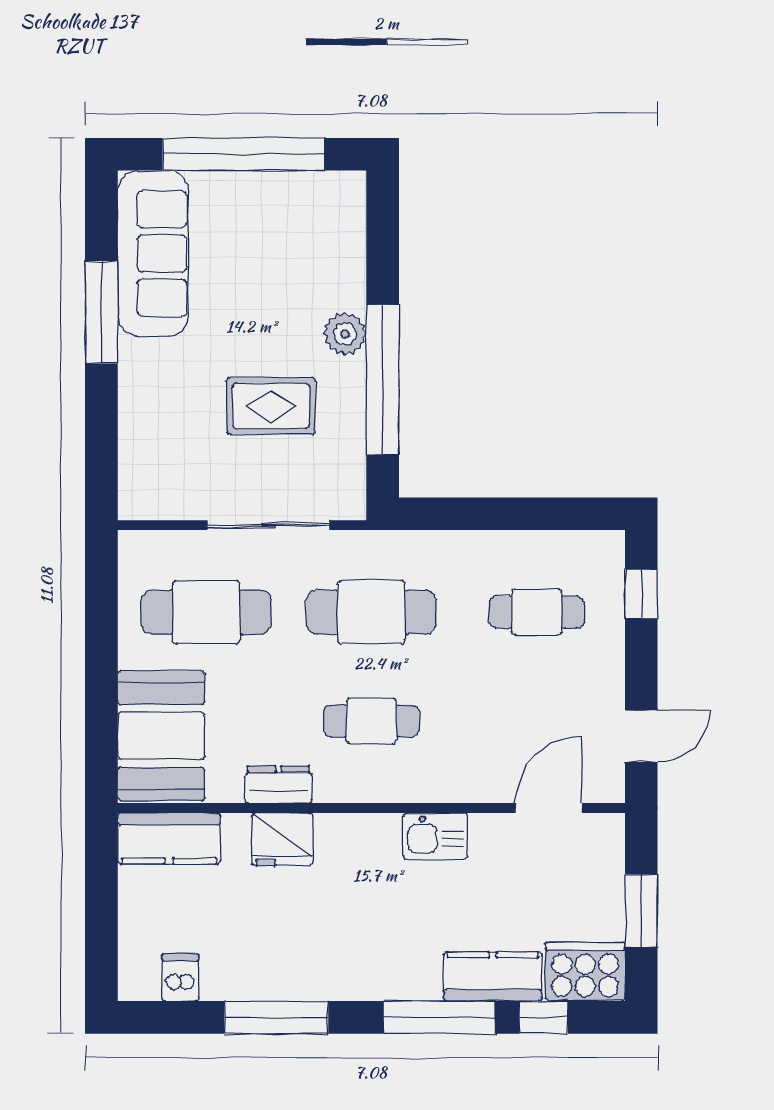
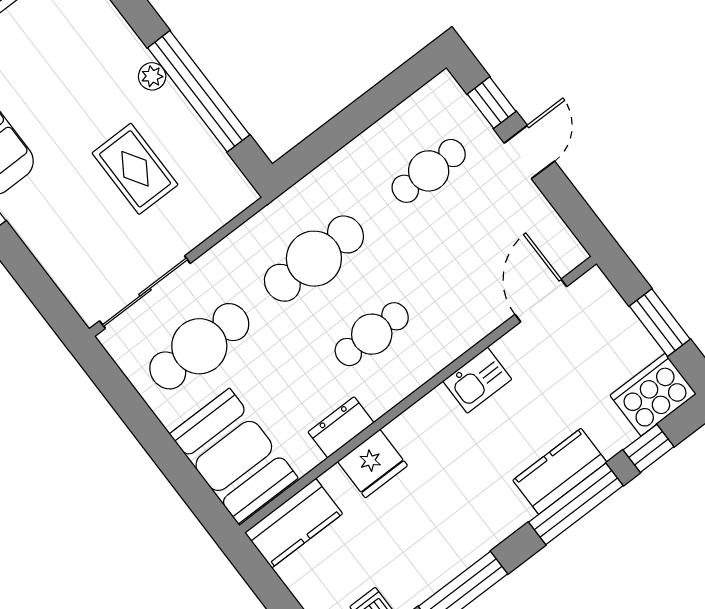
plant: (345, 334) -> (152, 76), width x0.73, depth x0.73
rug: (271, 406) -> (135, 169), turned 90
sliding door: (268, 525) -> (145, 292), moved
door: (641, 736) -> (529, 152), moved
kitchen counter: (493, 977) -> (560, 471), moved

